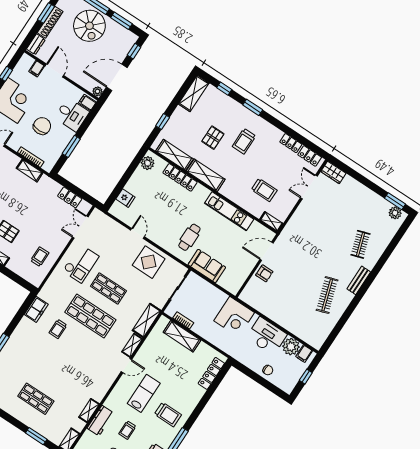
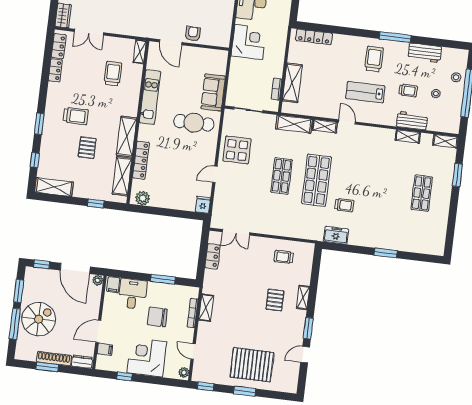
pallet: (213, 138) -> (87, 148), turned 90
fridge: (125, 198) -> (203, 205), moved
cafe table: (189, 237) -> (194, 123), width x1.37, depth x1.35
checkout: (81, 264) -> (271, 214), removed

